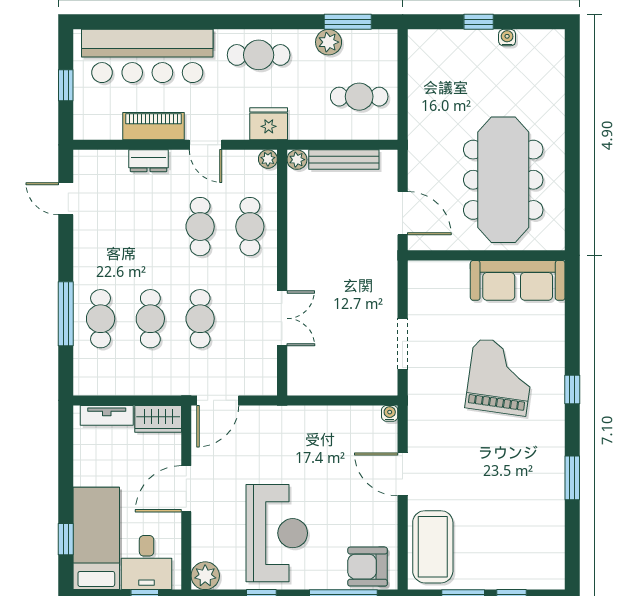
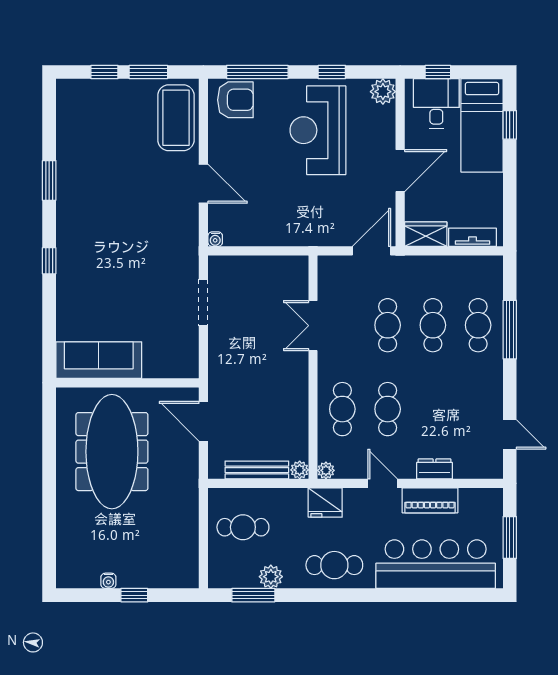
window: (66, 85) -> (510, 538), width x1.50
grand piano: (500, 377) -> (115, 272), removed

